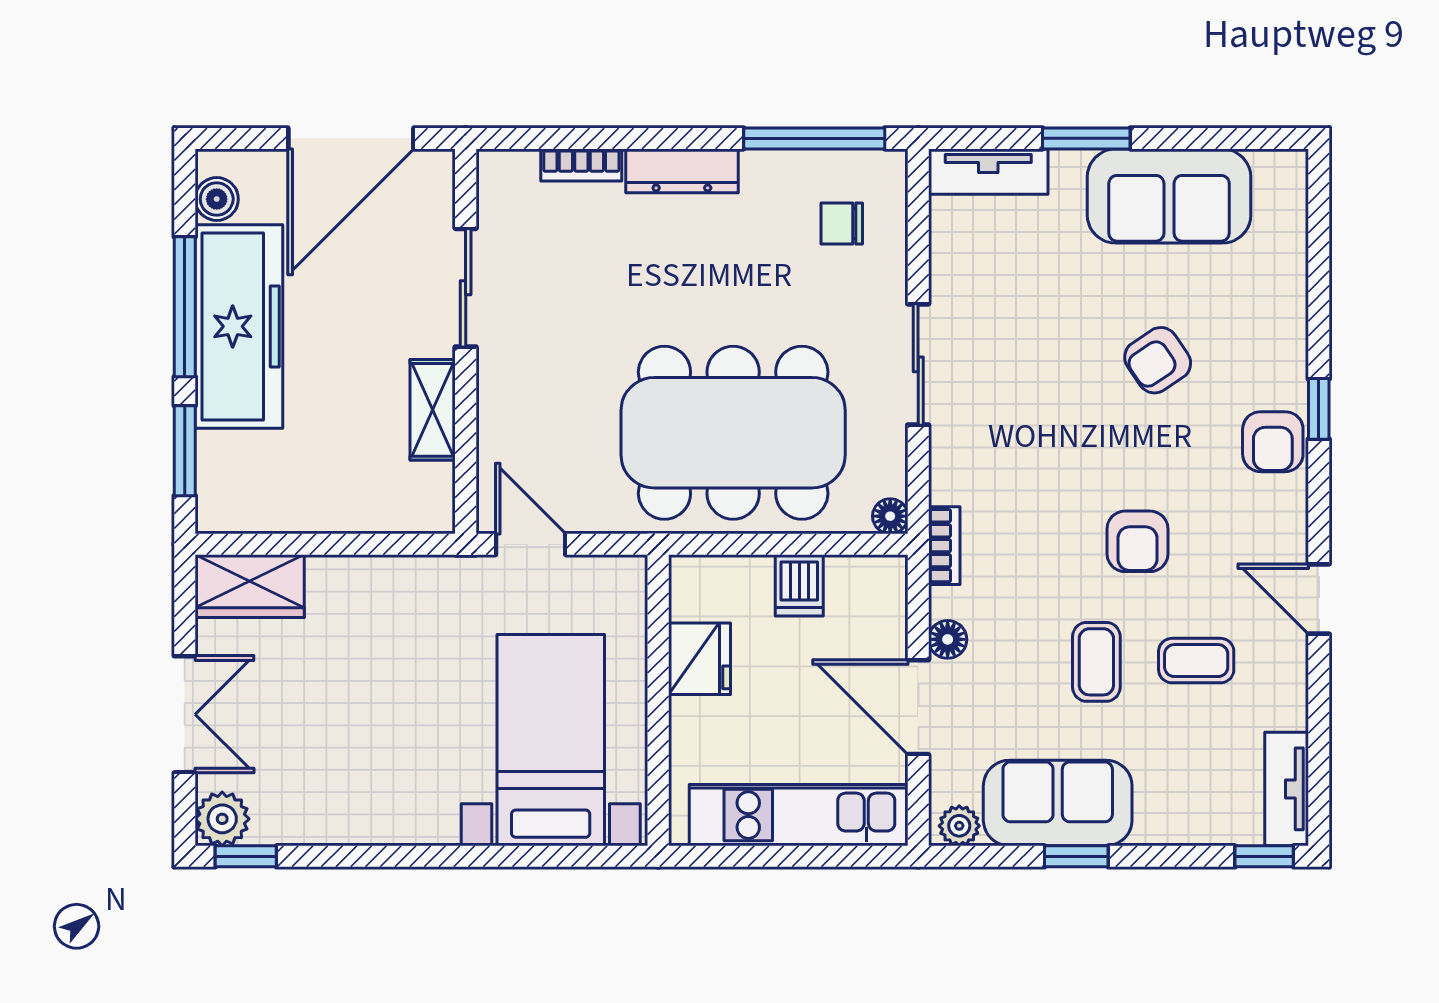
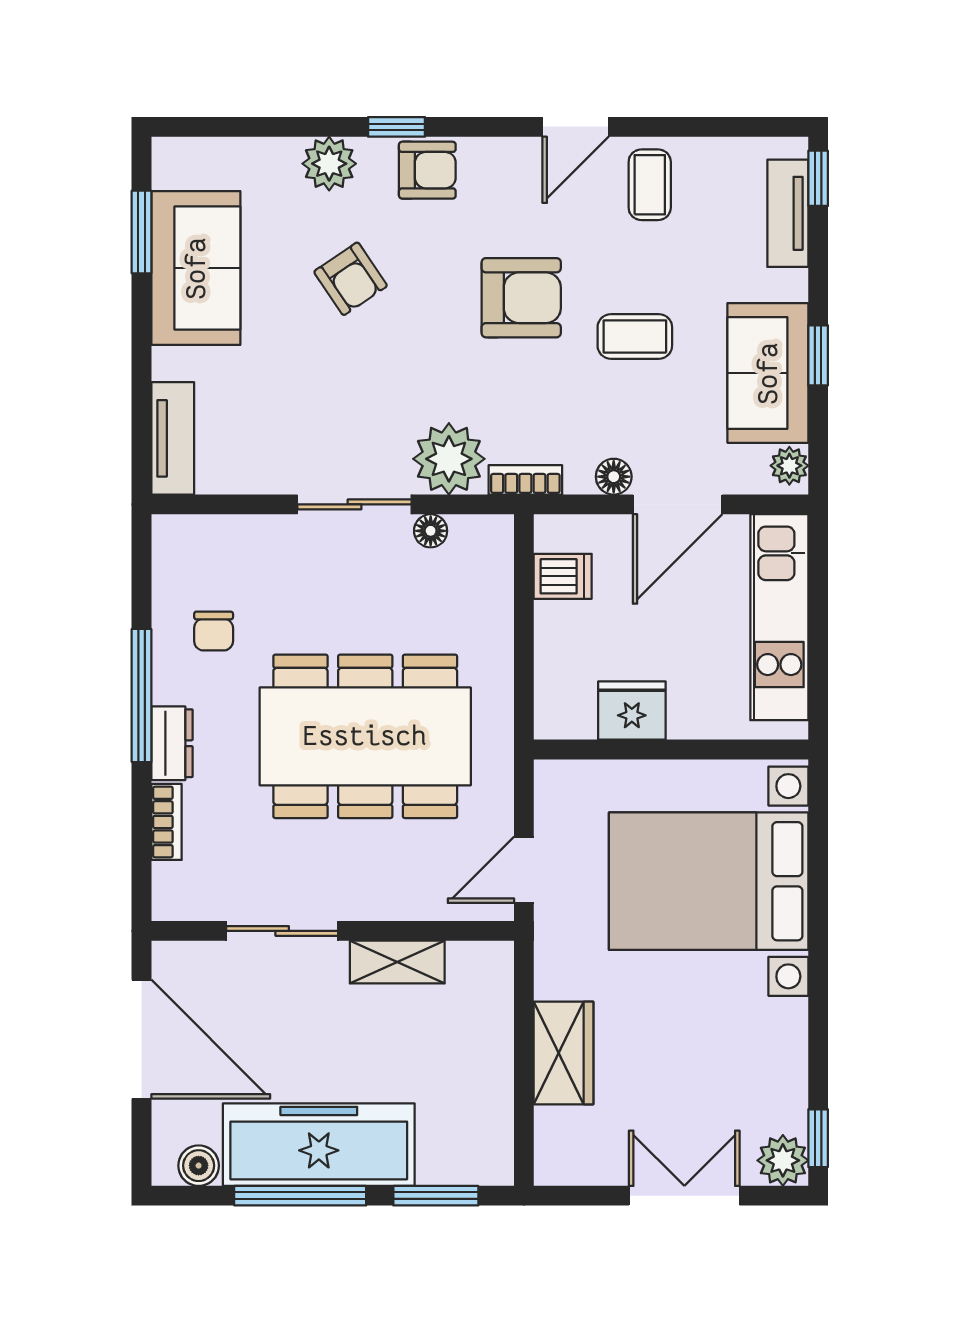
window: (814, 138) -> (142, 696), moved
window: (1086, 138) -> (142, 232), moved
dresser: (682, 171) -> (172, 743), width x0.70
chair: (842, 224) -> (214, 631), moved
plant: (1280, 338) -> (329, 164), added
dining table: (733, 433) -> (365, 736), moved, turned 90
plant: (967, 465) -> (449, 459), added
floor lamp: (890, 516) -> (431, 531), moved
armchair: (1137, 541) -> (521, 298), width x1.38, depth x1.38
dishwasher: (799, 585) -> (563, 576), moved
wardrobe: (250, 586) -> (564, 1053), moved
coffee table: (1196, 661) -> (650, 185), moved
bed with nightstands: (551, 740) -> (709, 881), width x1.36
tv unit: (1287, 789) -> (788, 213), moved, turned 90

